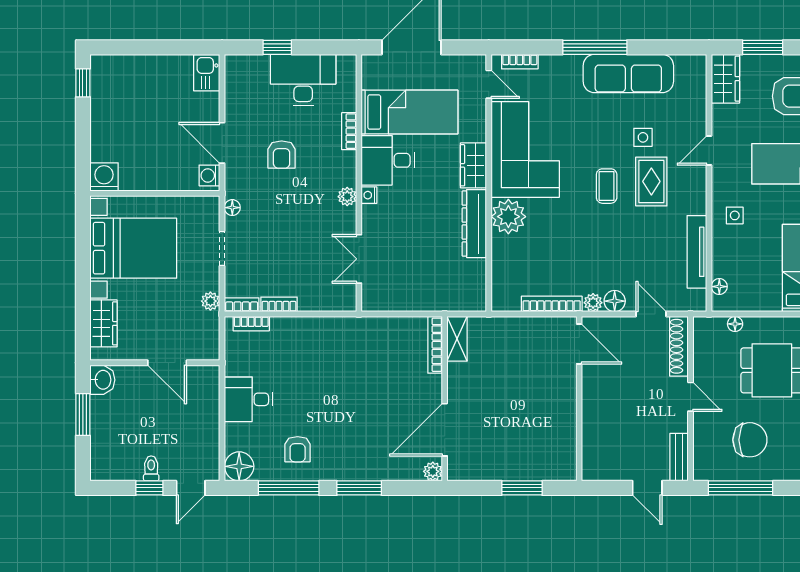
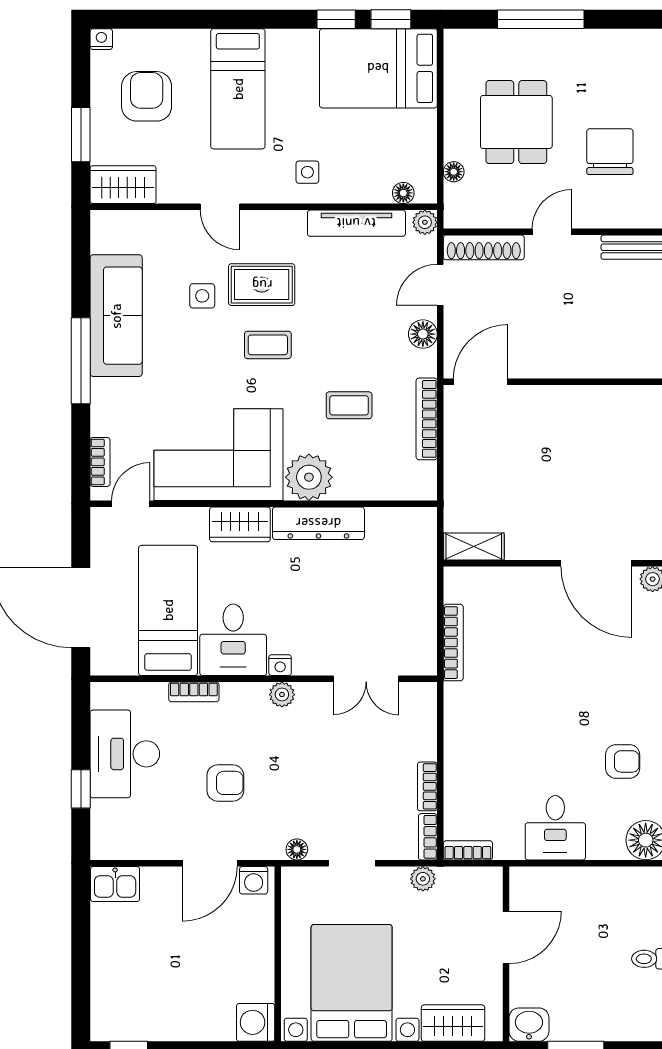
coffee table: (562, 246) -> (349, 405), added
plant: (593, 303) -> (425, 222), moved
bookcase: (251, 324) -> (468, 850), moved, turned -90
bookcase: (435, 345) -> (453, 643), moved, turned -90

